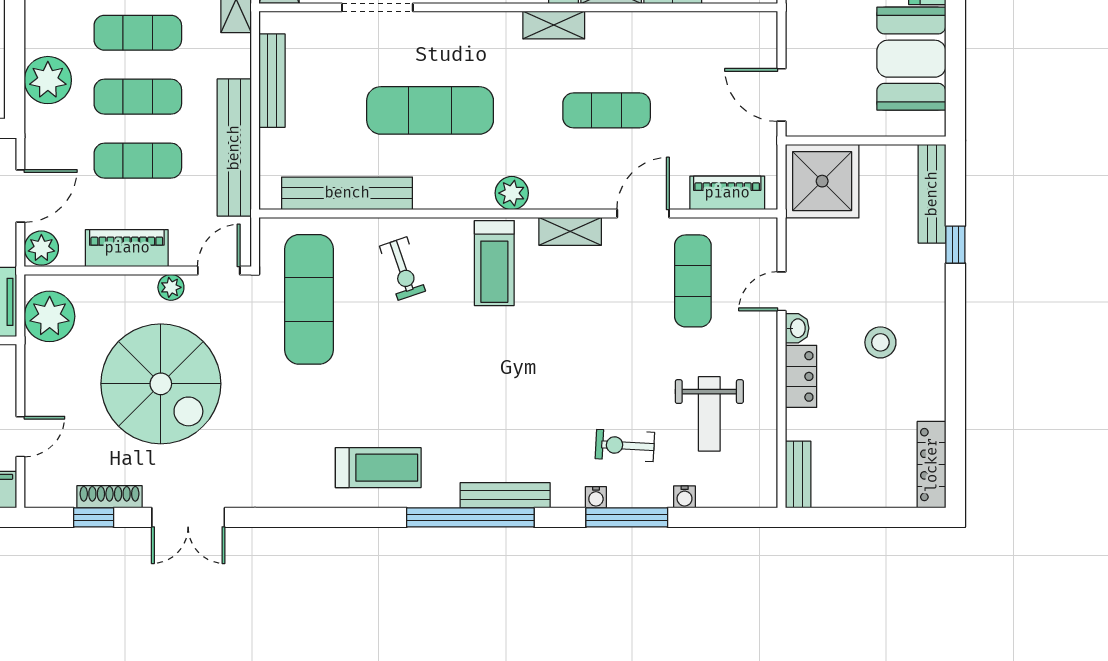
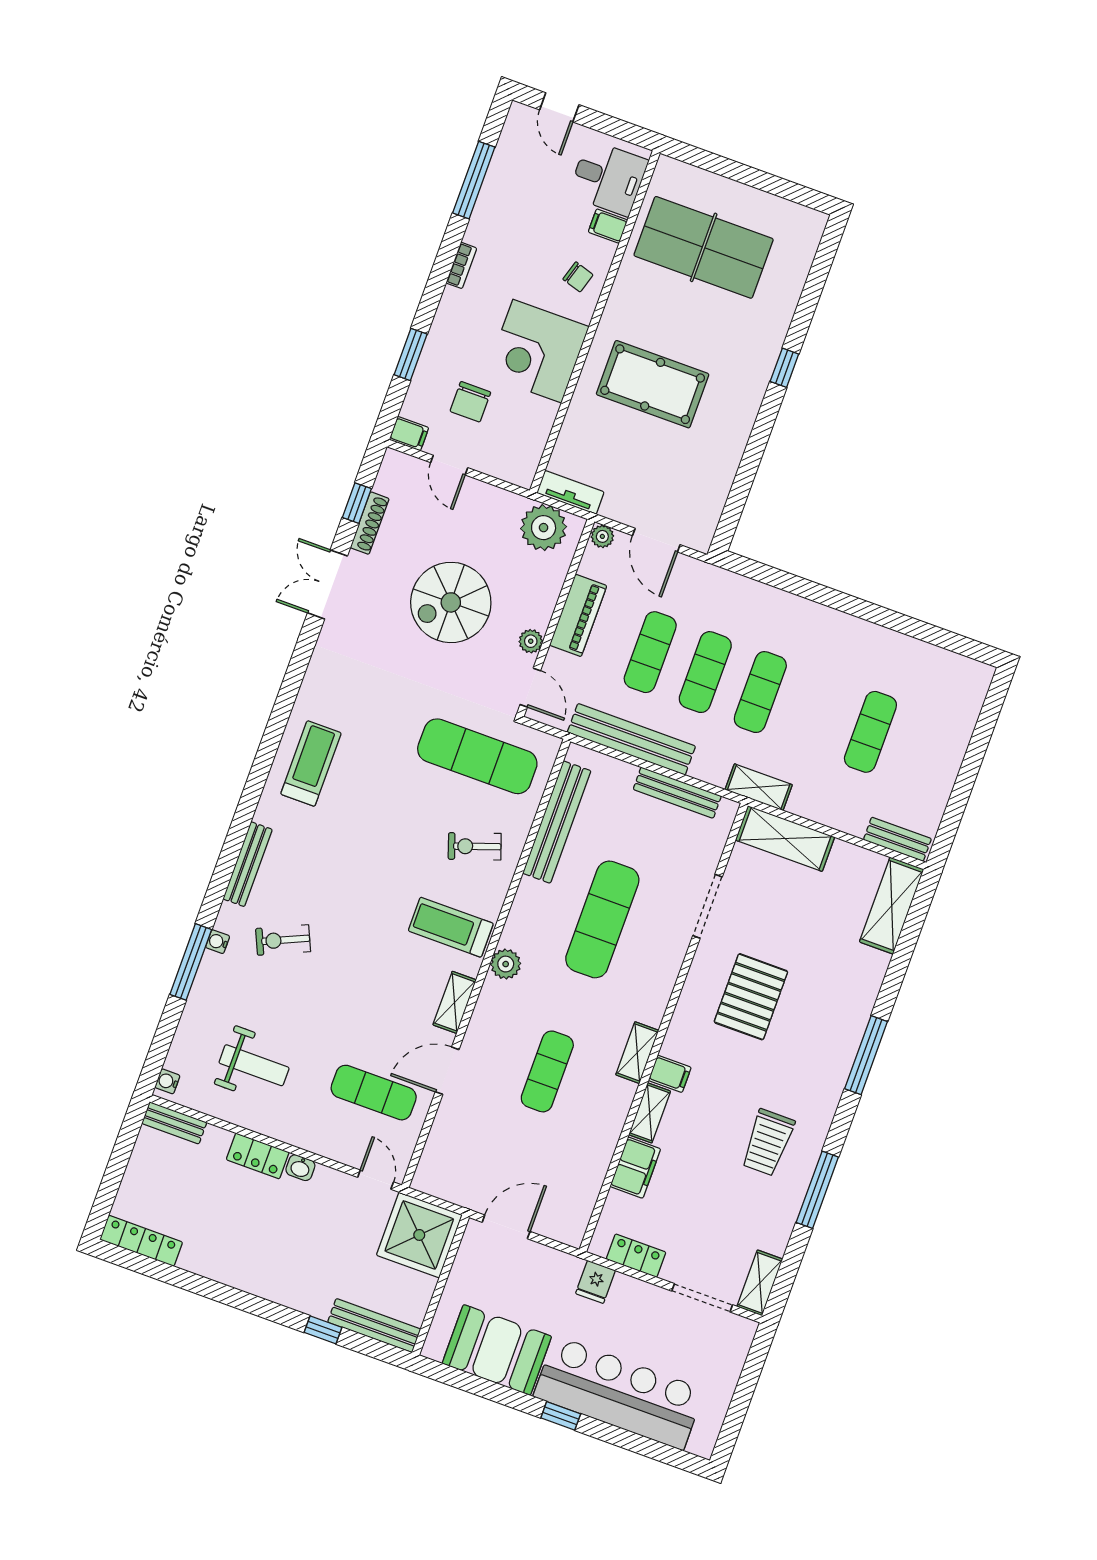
plant: (48, 80) -> (748, 600), removed
piano: (727, 193) -> (439, 1150), removed
door: (643, 213) -> (447, 1071), swing flipped
plant: (41, 248) -> (602, 536), width x0.73, depth x0.73
door: (782, 291) -> (376, 1180), moved
stool: (880, 342) -> (262, 1235), removed
spiral stairs: (161, 384) -> (451, 602), width x0.73, depth x0.73
weight bench: (709, 414) -> (254, 1065), turned 180
exercise bike: (625, 446) -> (283, 940), moved, turned -117
treadmill: (378, 468) -> (311, 763), turned 180
water cooler: (685, 497) -> (167, 1081), moved
window: (470, 517) -> (239, 827), removed

